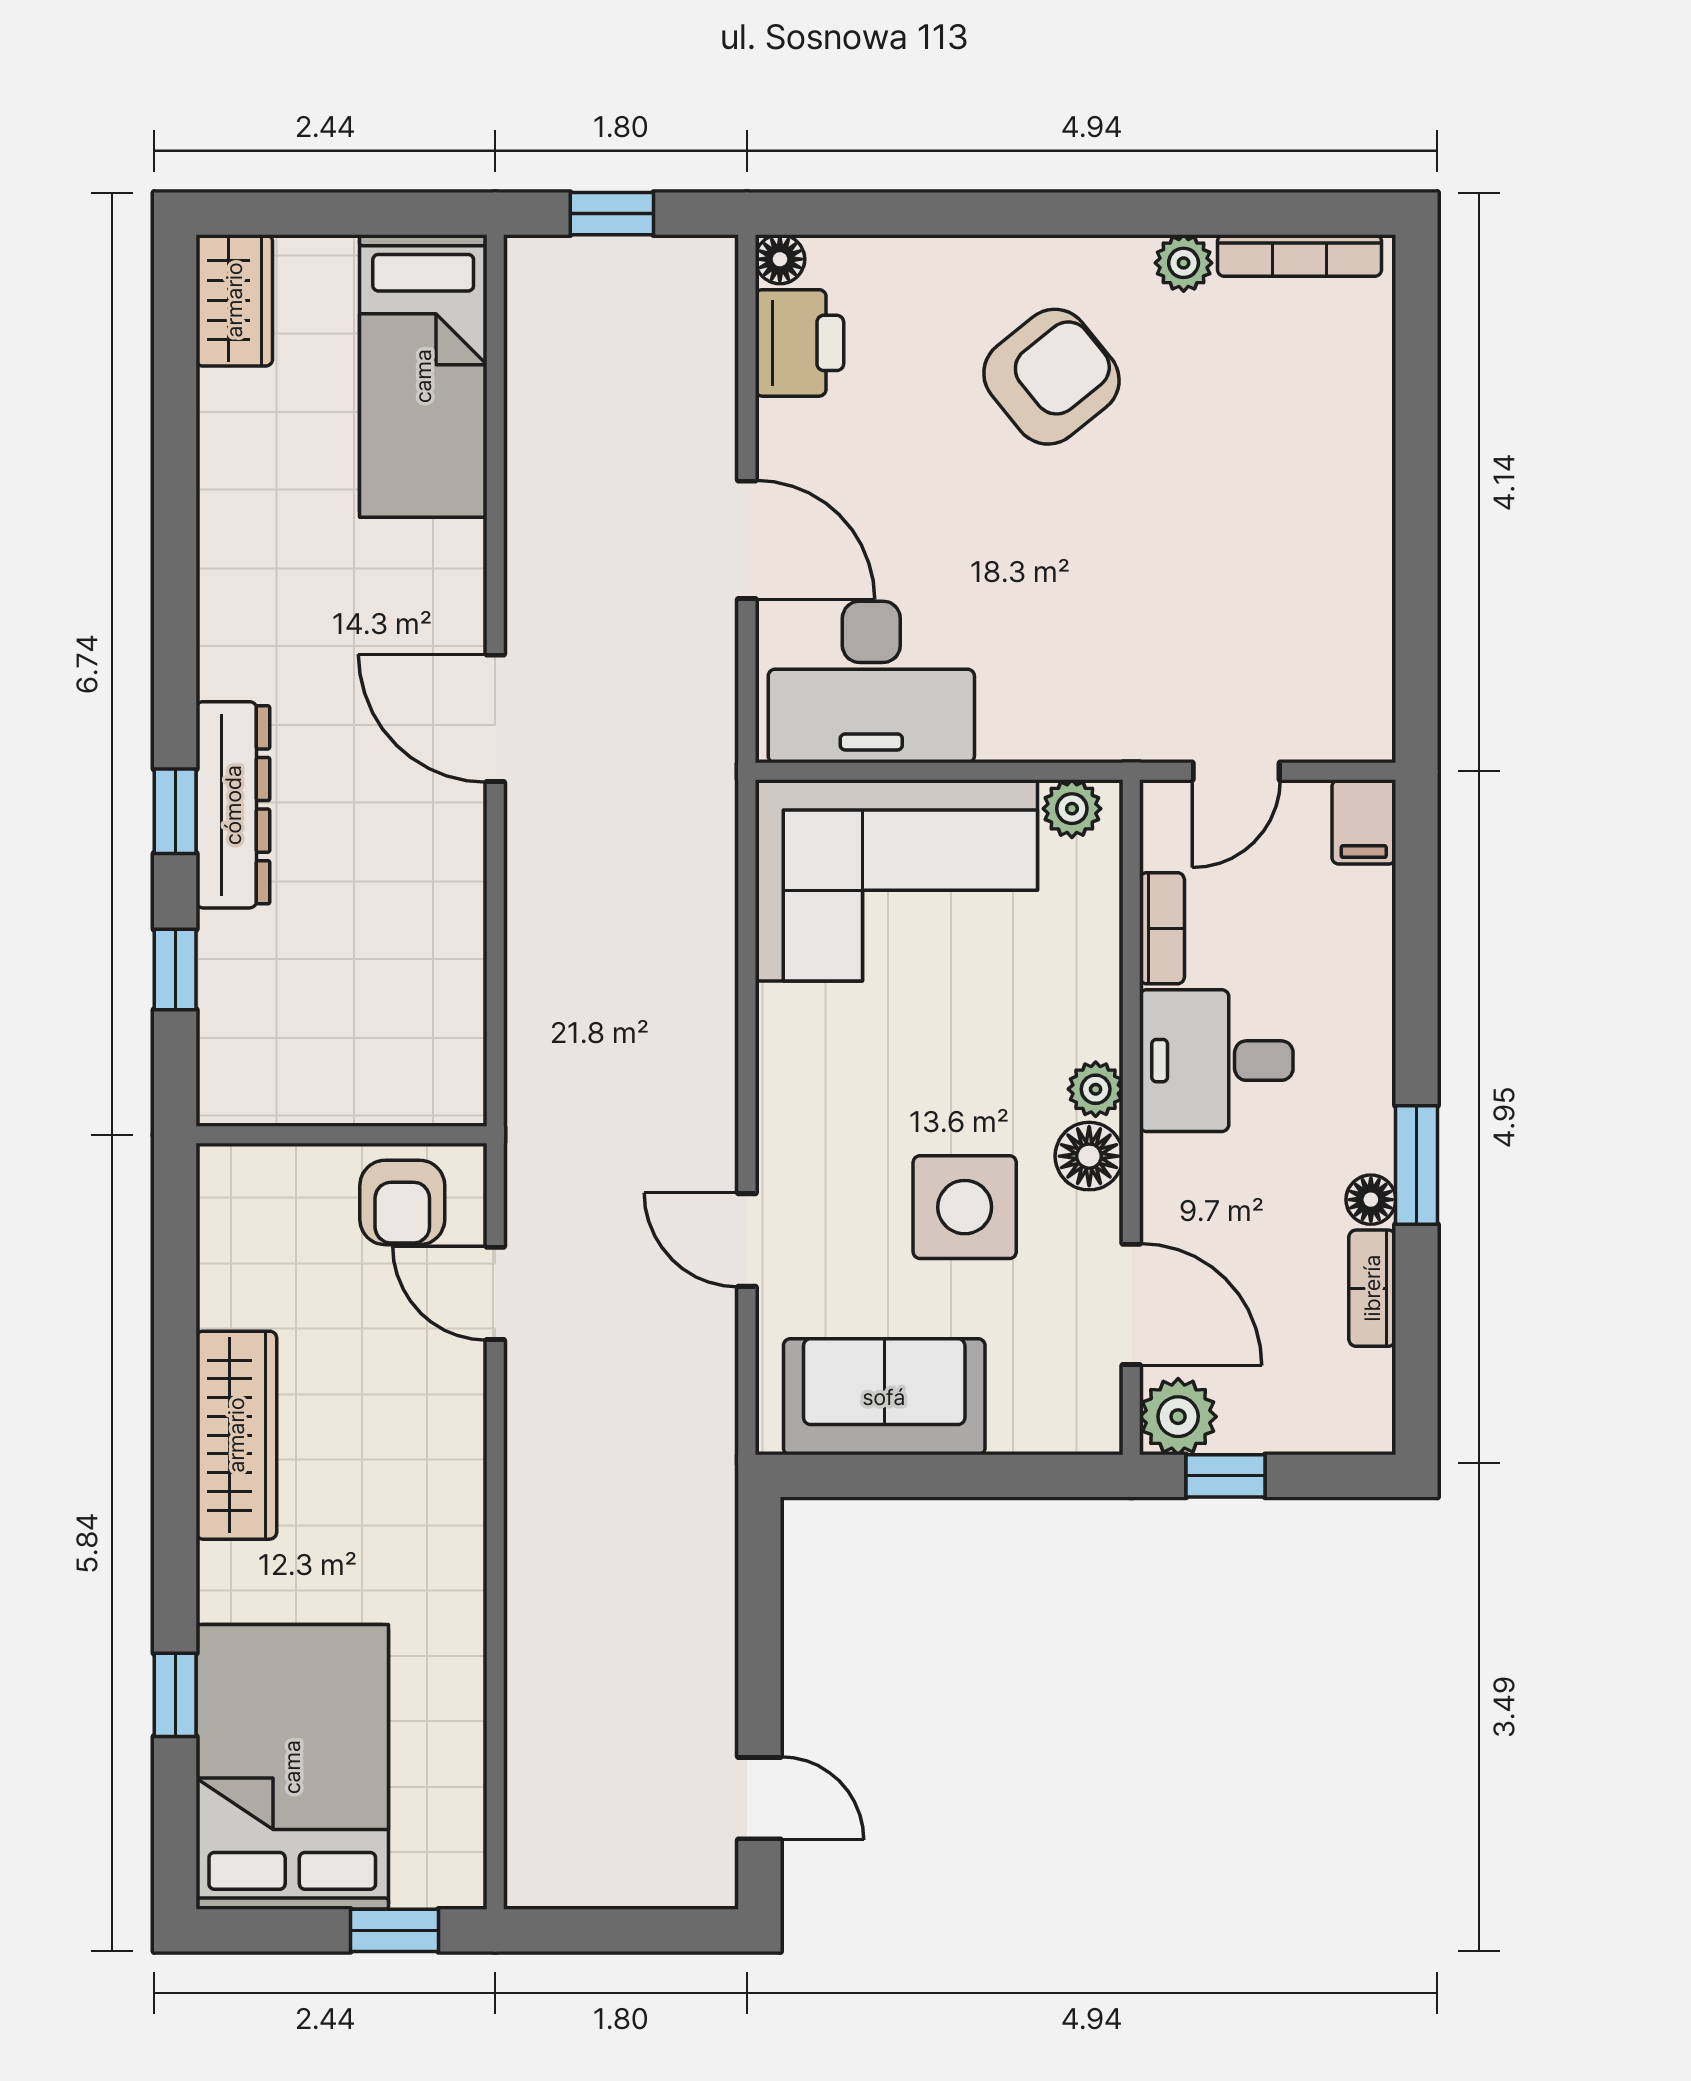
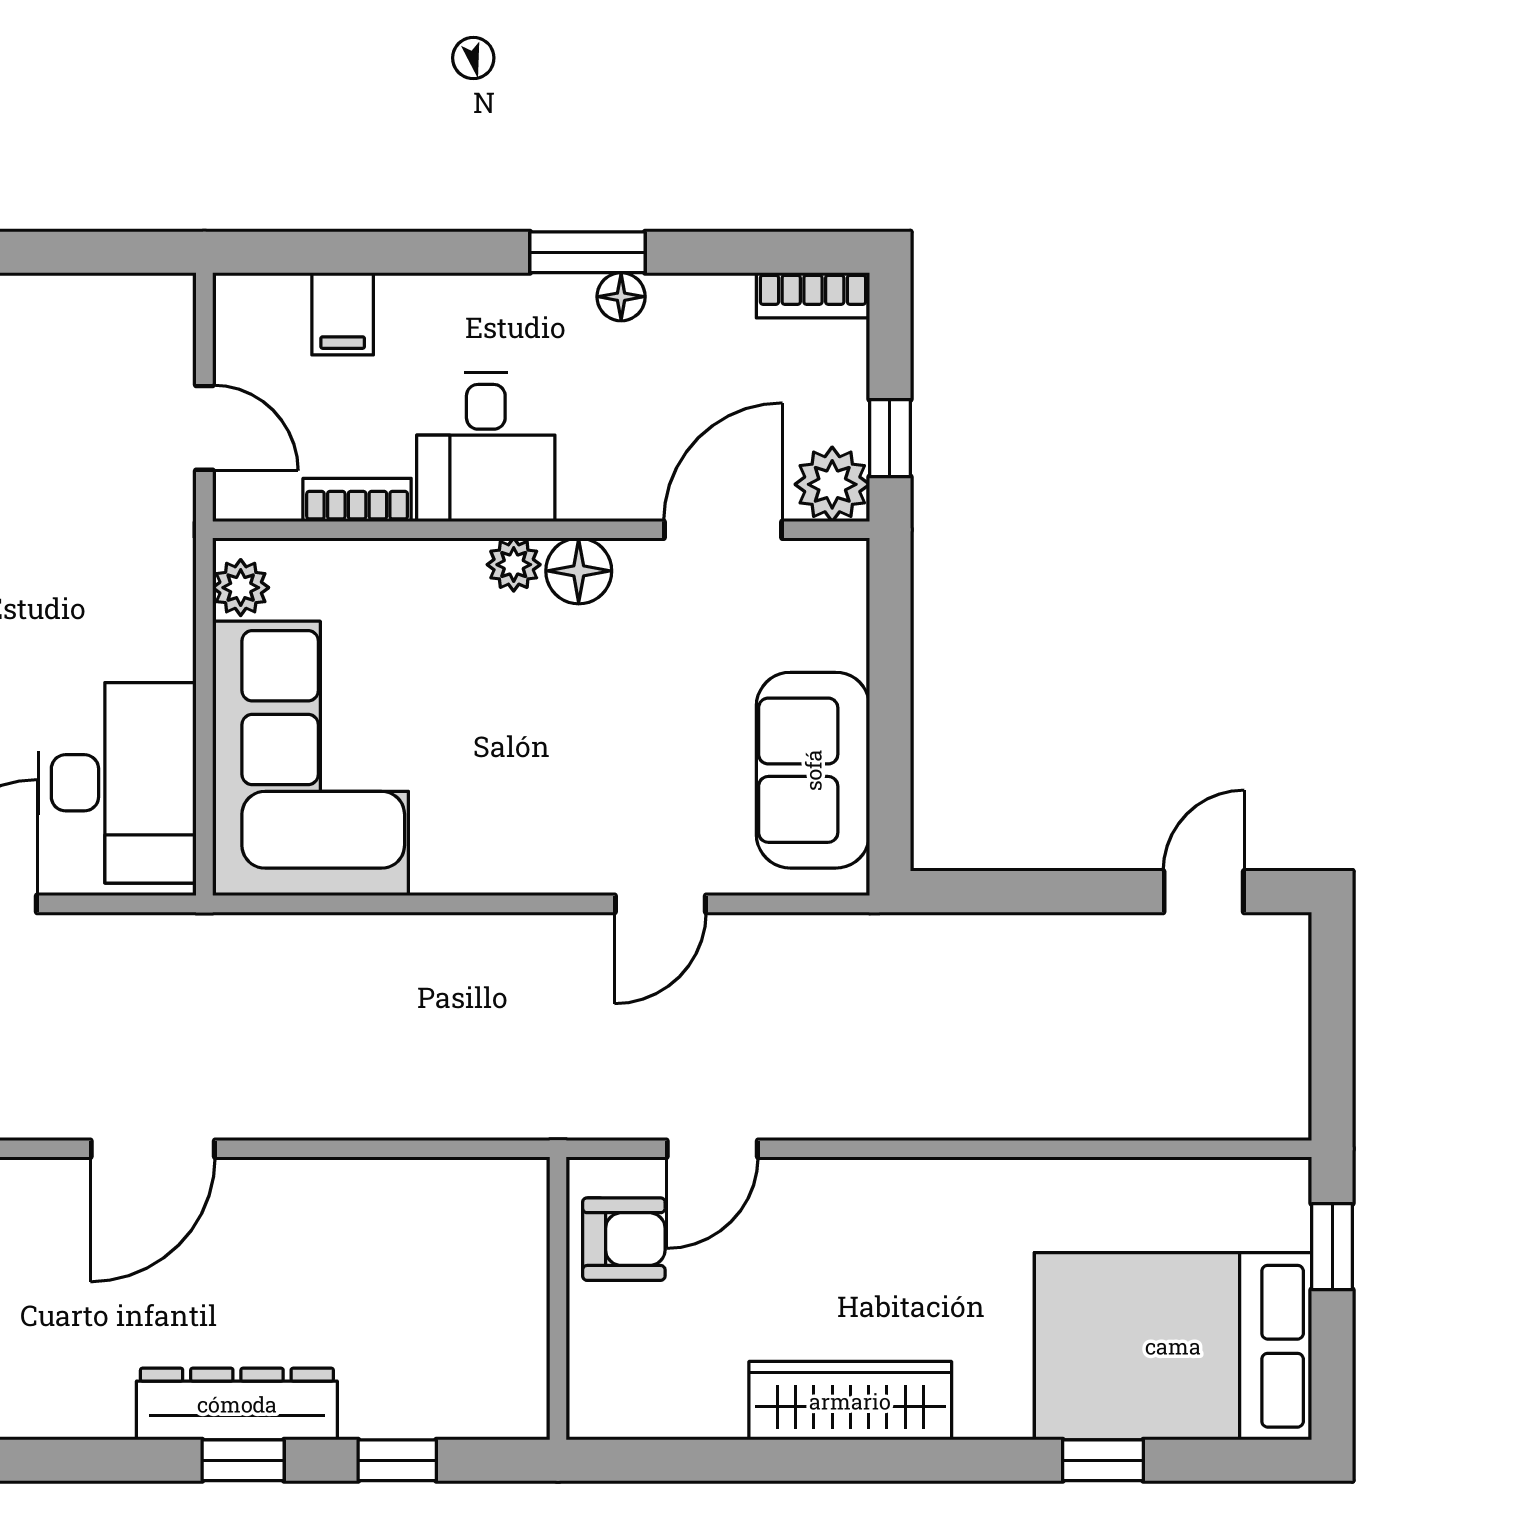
filing cabinet: (1364, 822) -> (343, 314), moved, turned 90
side table: (965, 1207) -> (628, 692), removed
bookcase: (1372, 1288) -> (813, 295), moved

